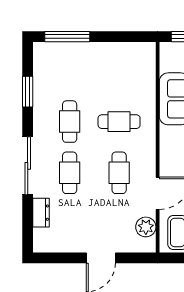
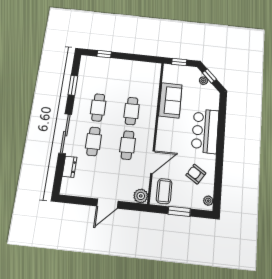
window: (67, 37) -> (104, 54), width x0.46
cafe table: (119, 122) -> (132, 111), turned 90
plant: (146, 227) -> (141, 196), moved

